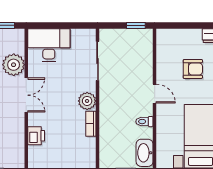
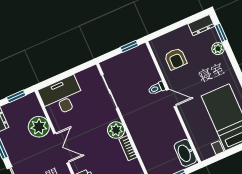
armchair: (193, 69) -> (176, 59), moved, turned 90
toilet: (144, 122) -> (157, 88), moved

